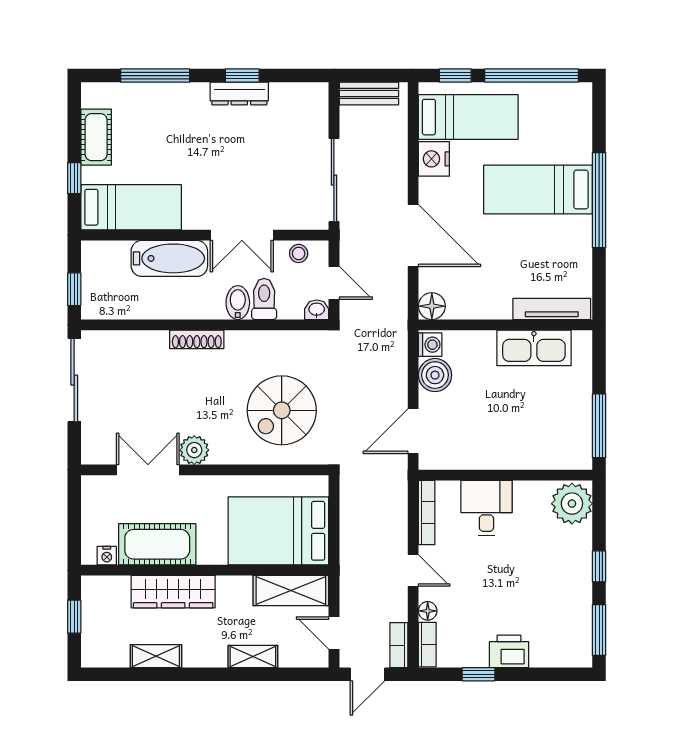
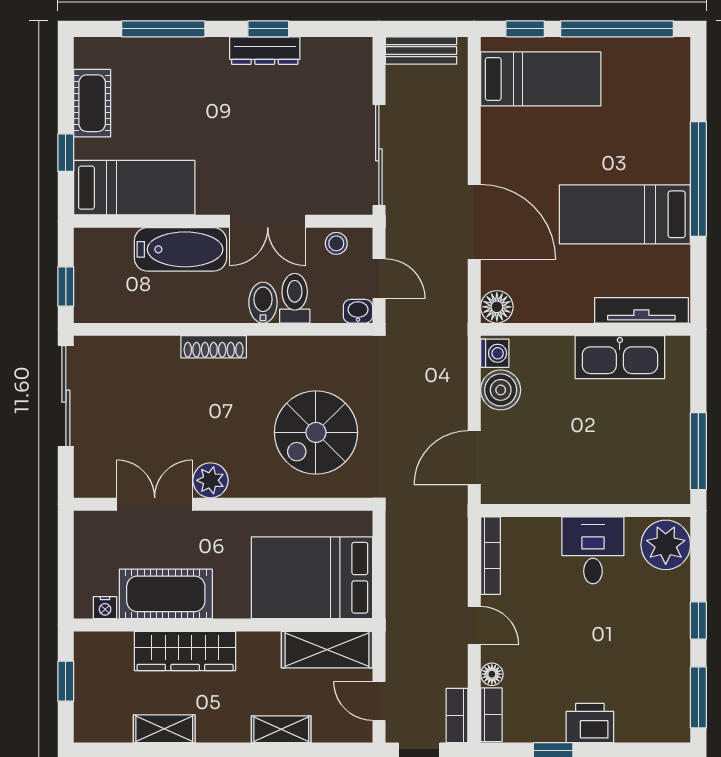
nightstand: (434, 159) -> (499, 129), removed
bed: (538, 189) -> (625, 214), moved
desk: (486, 508) -> (593, 550), moved

